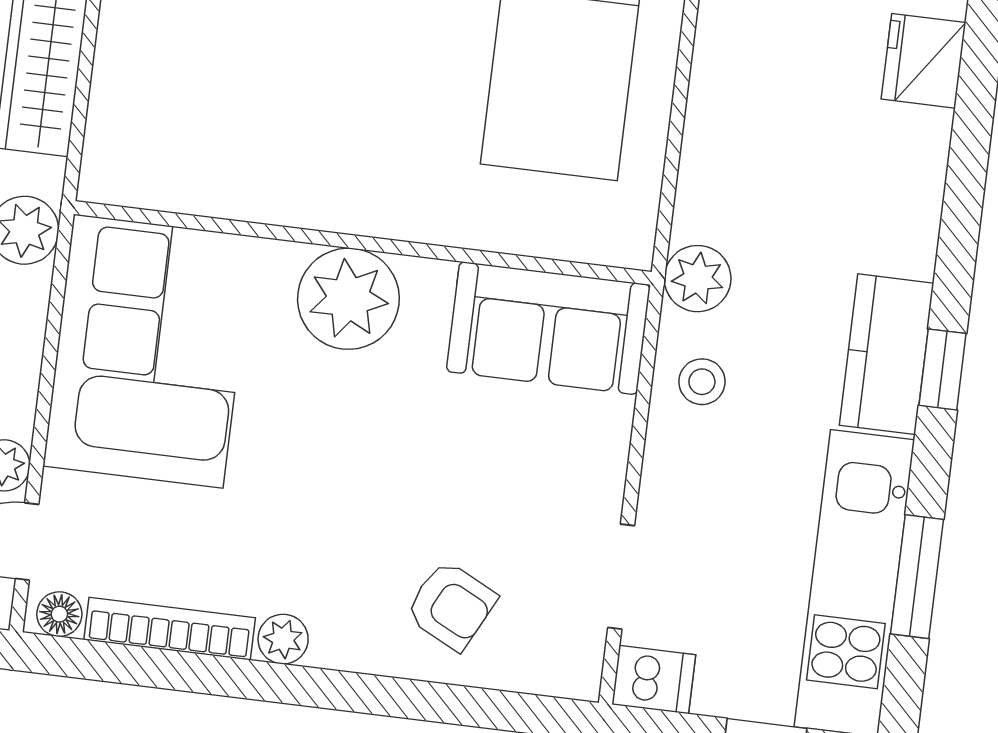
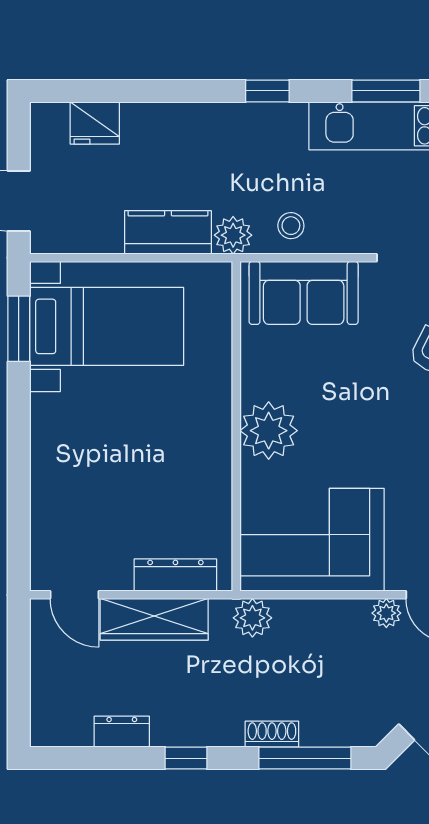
dresser: (116, 105) -> (175, 575), added
sofa: (548, 328) -> (304, 293), moved, turned 90
kitchen counter: (887, 354) -> (168, 232), moved, turned 180

